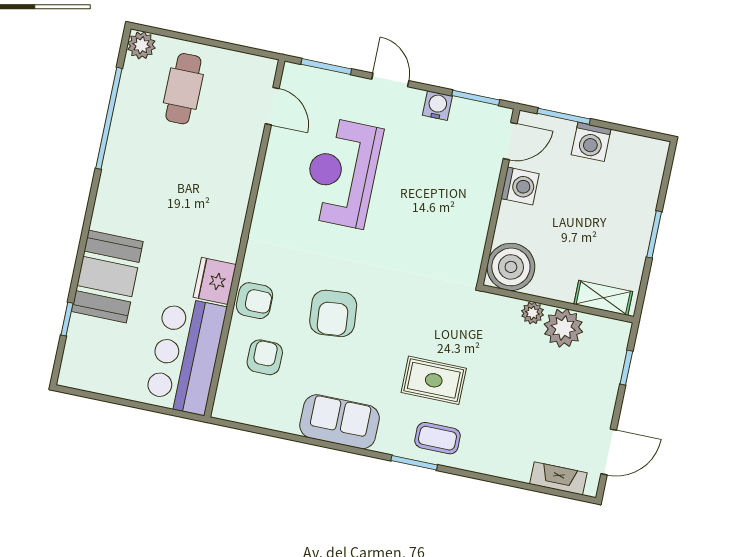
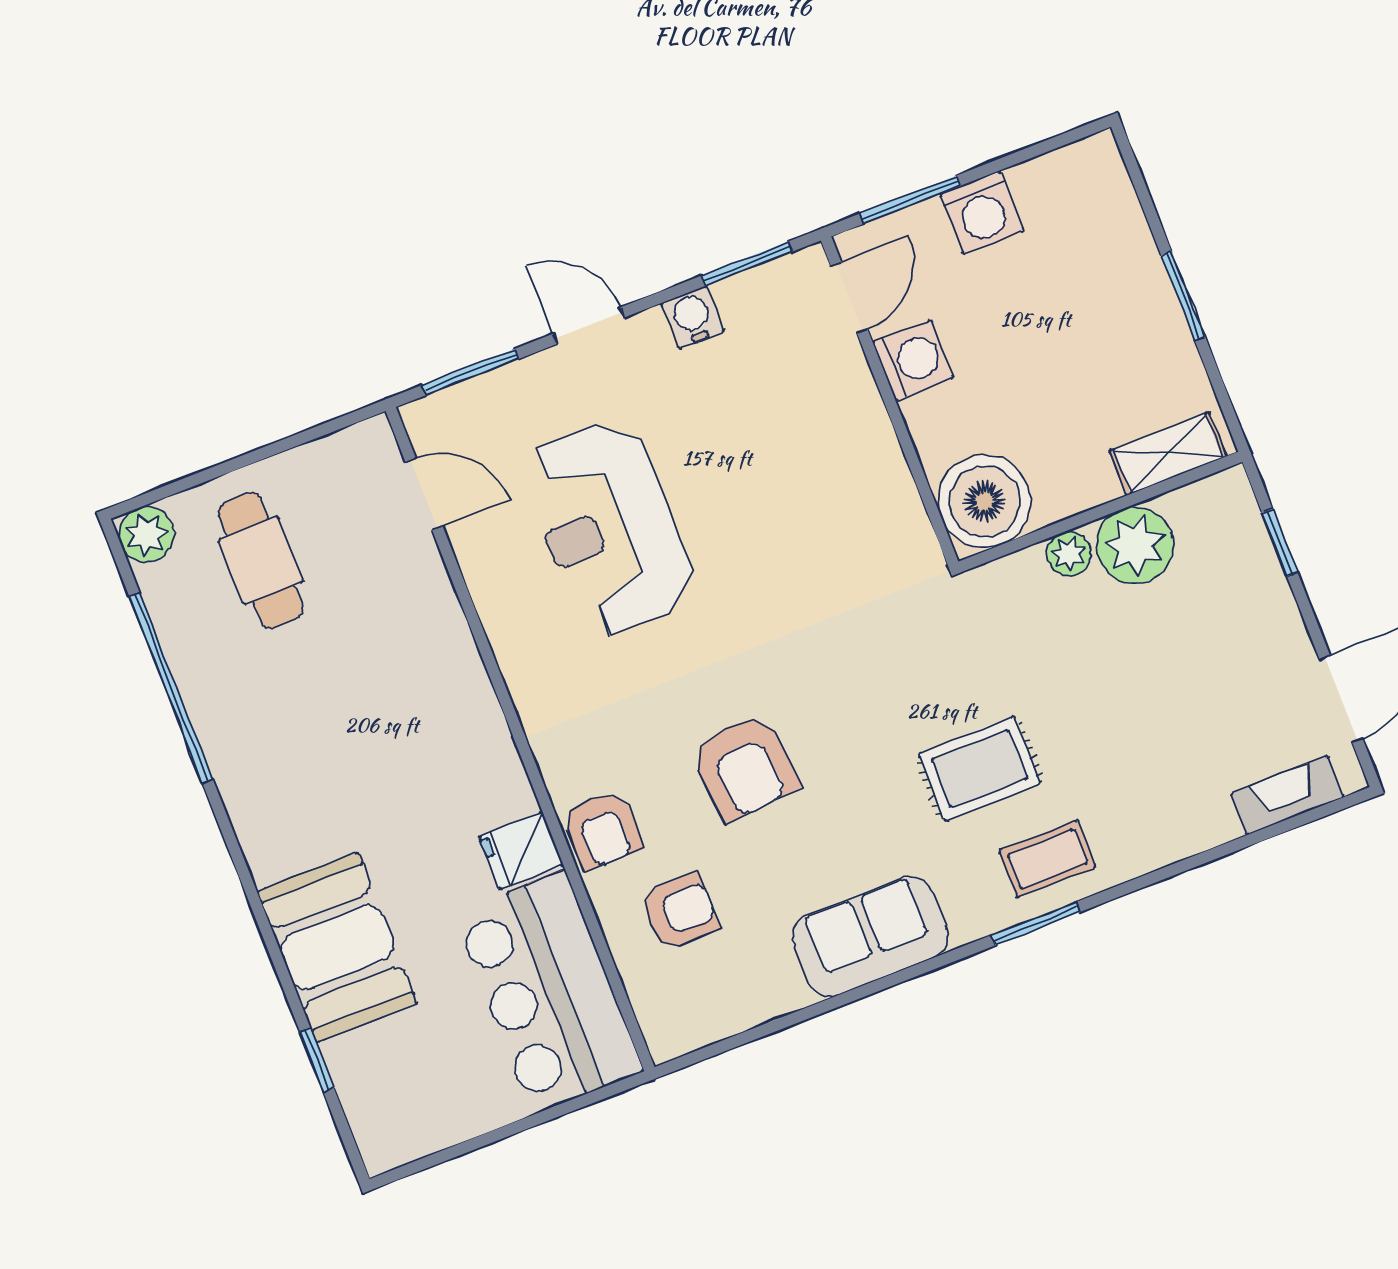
fridge: (215, 281) -> (521, 851), width x0.72
armchair: (254, 301) -> (603, 830), turned 90
armchair: (265, 357) -> (680, 911), turned 90

